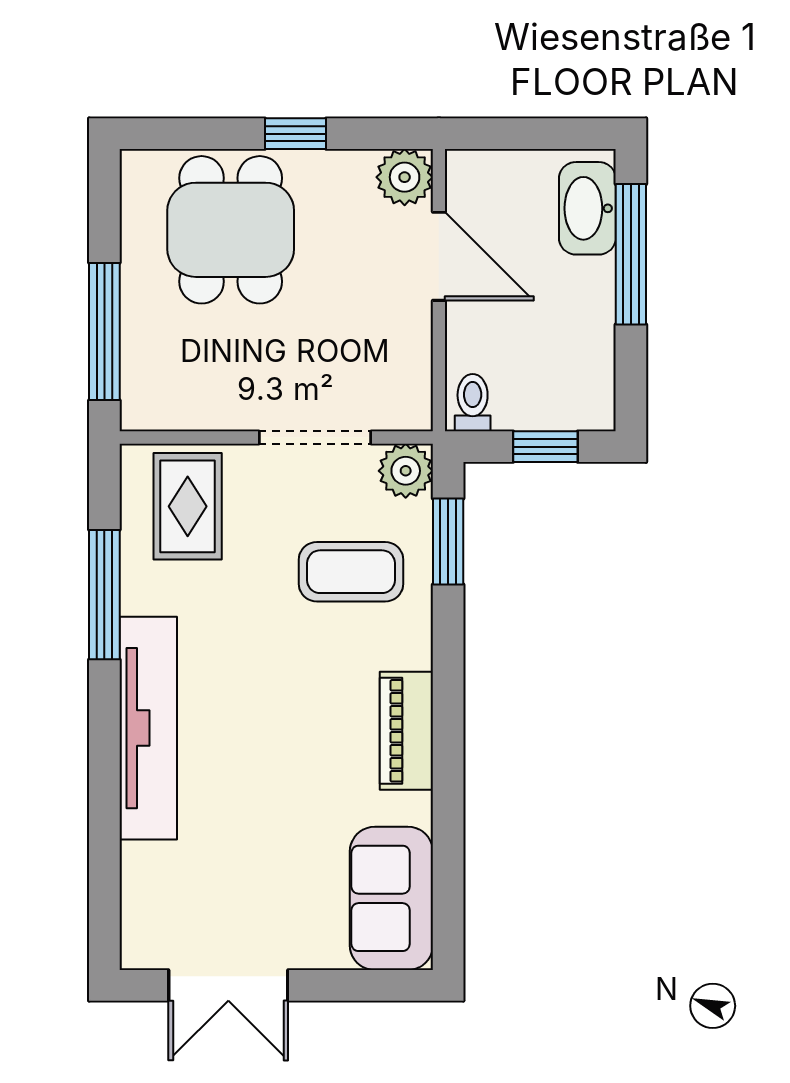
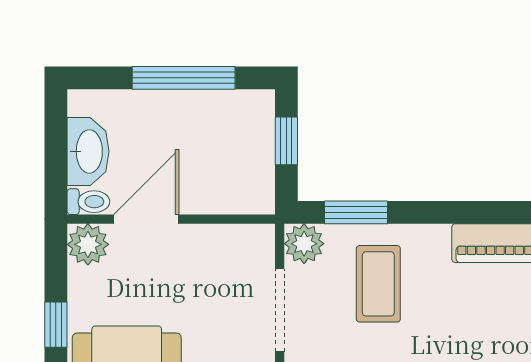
washbasin: (587, 208) -> (88, 151), moved, turned -90
window: (631, 254) -> (184, 78), moved
toilet: (473, 403) -> (88, 202), moved, turned 180

